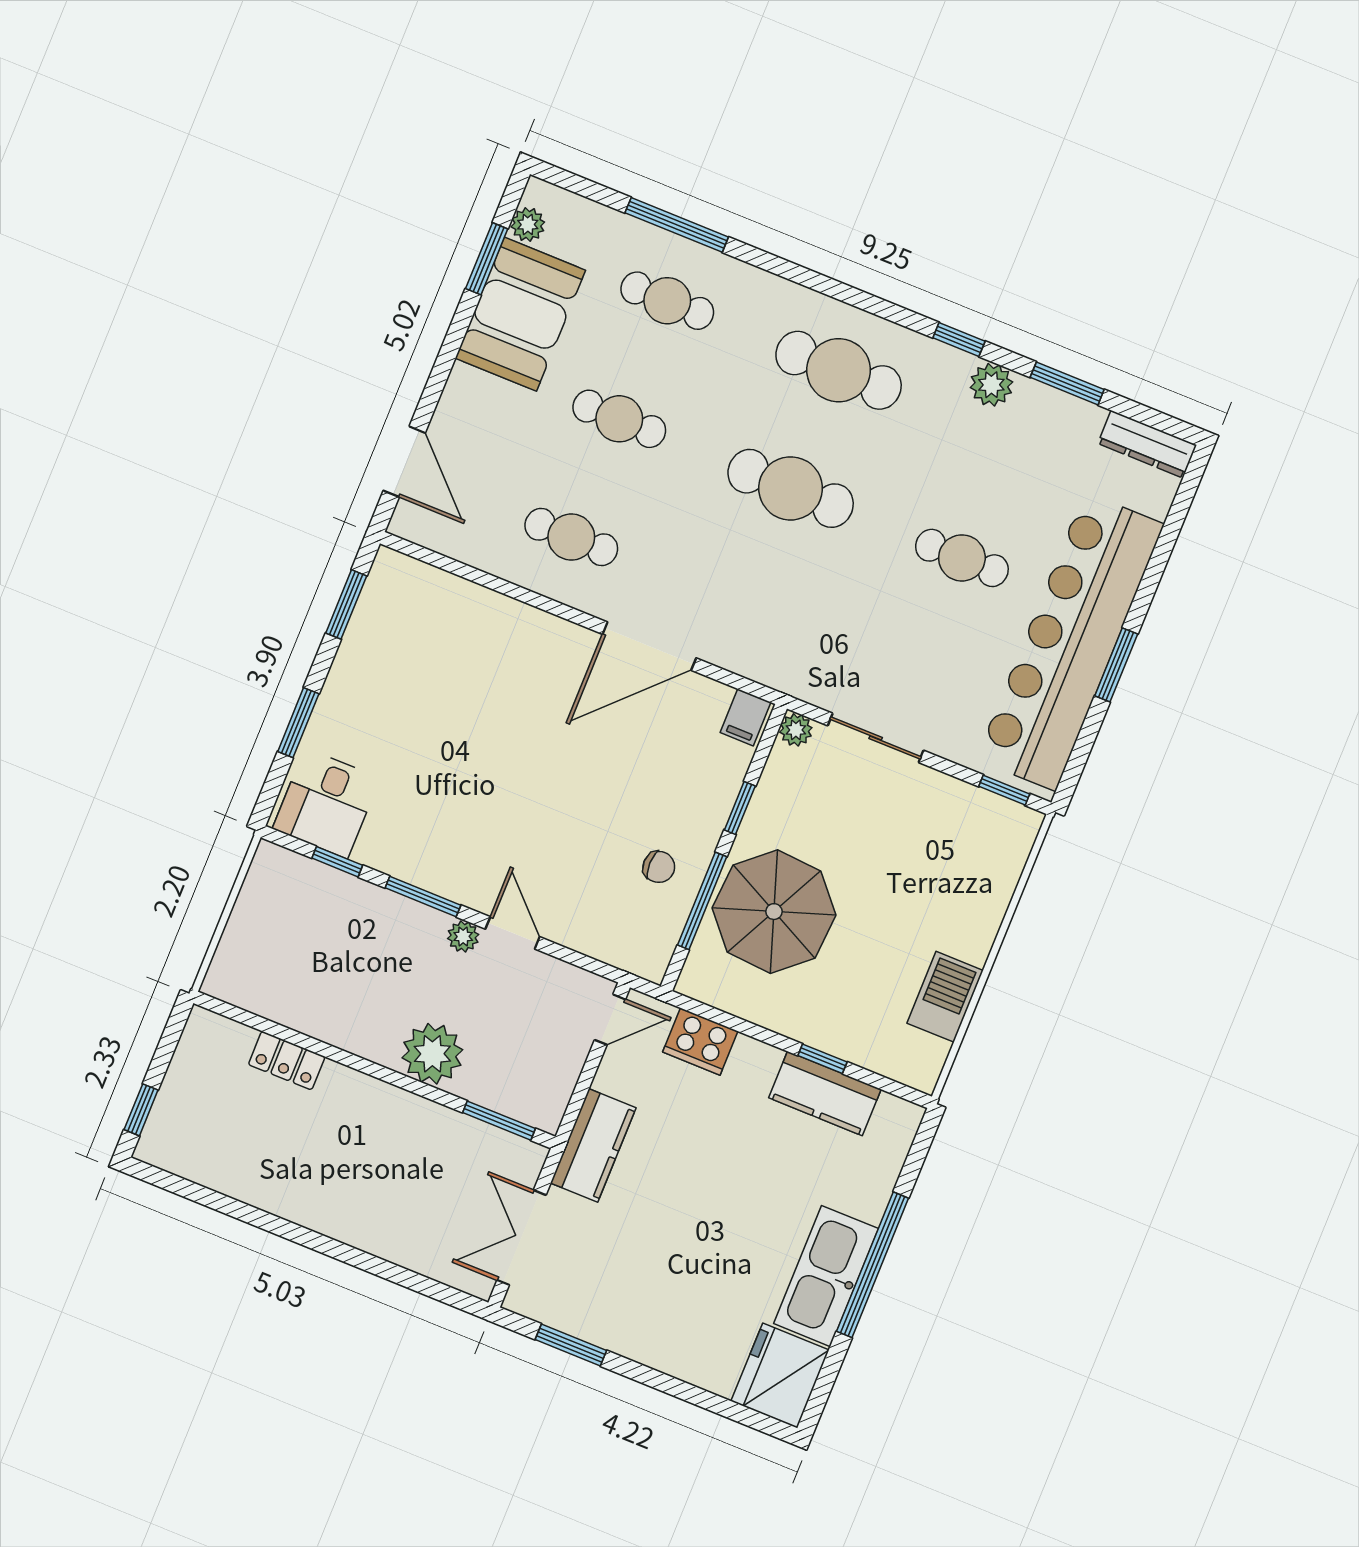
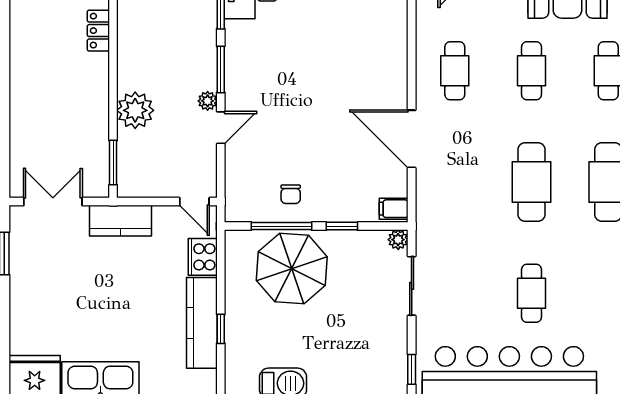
kitchen counter: (825, 1094) -> (202, 323), width x1.50

